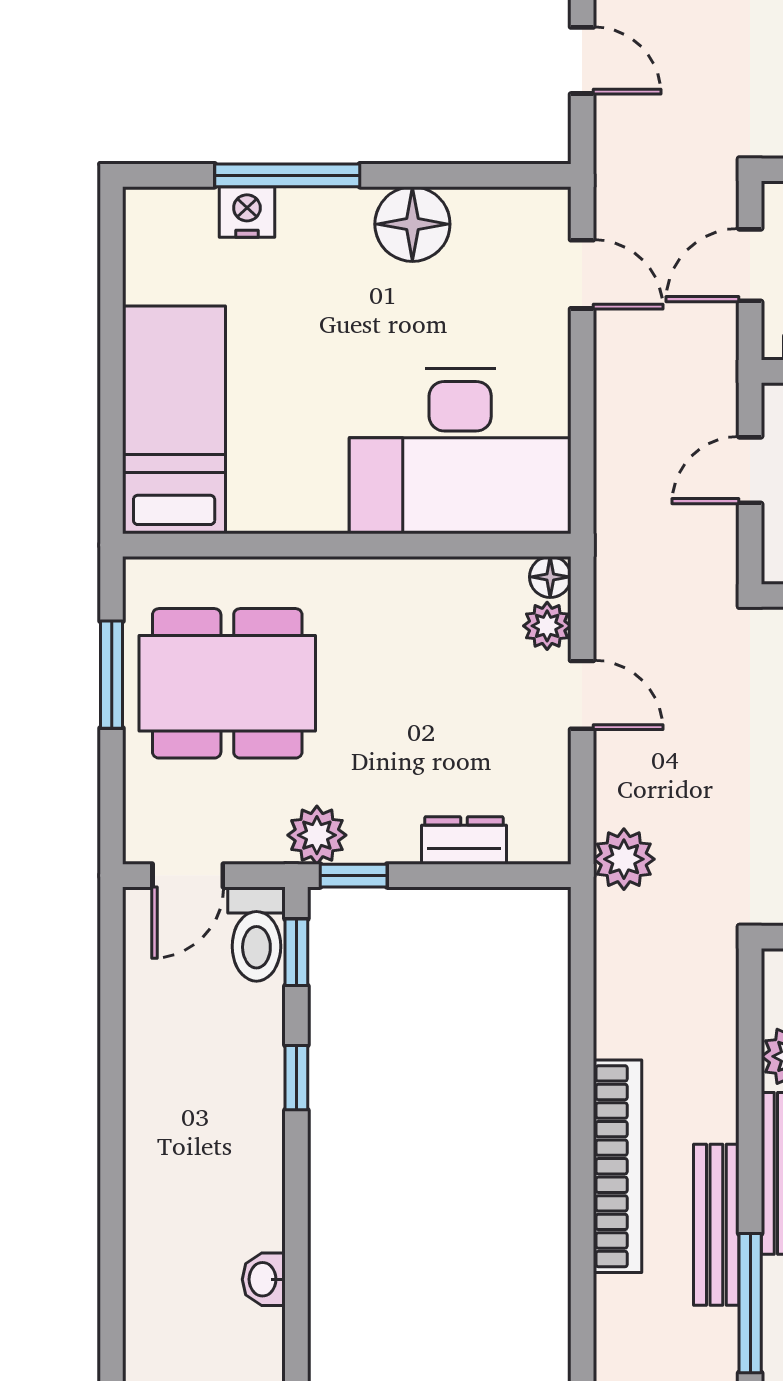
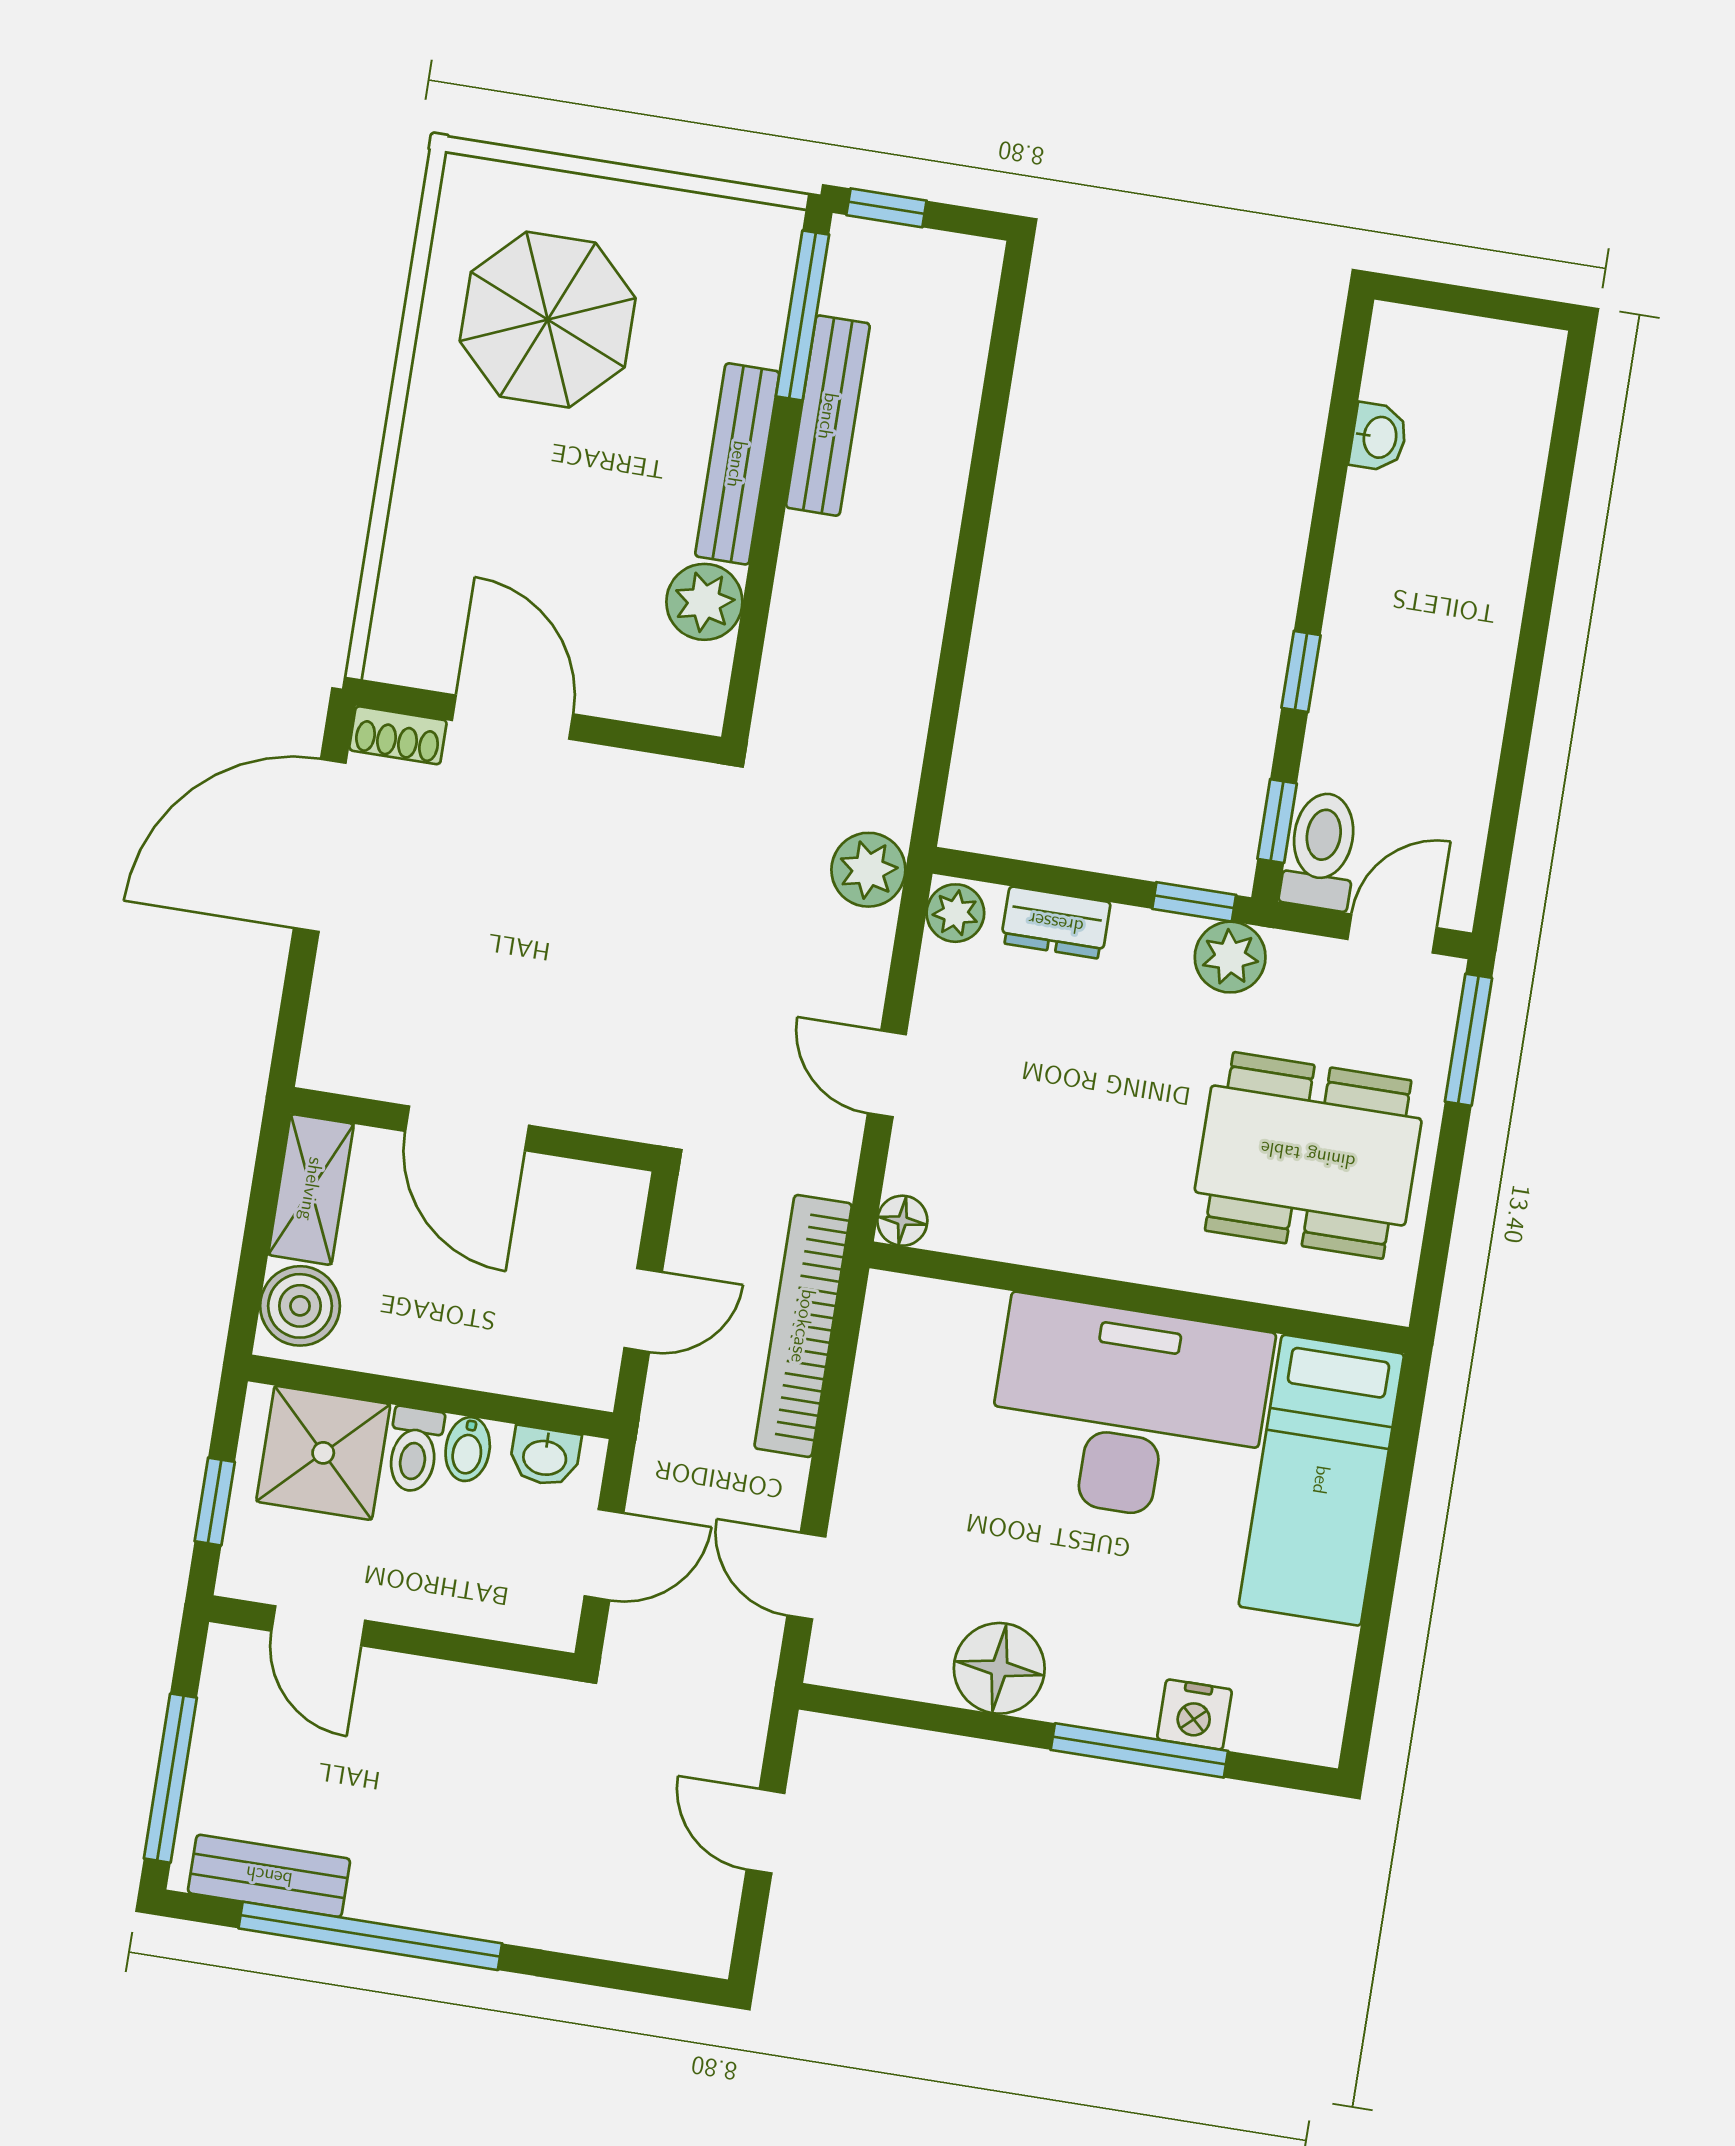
desk: (460, 451) -> (1128, 1411), moved
plant: (547, 626) -> (955, 913), moved
window: (112, 675) -> (1468, 1040), moved
bookcase: (617, 1166) -> (803, 1326), moved

